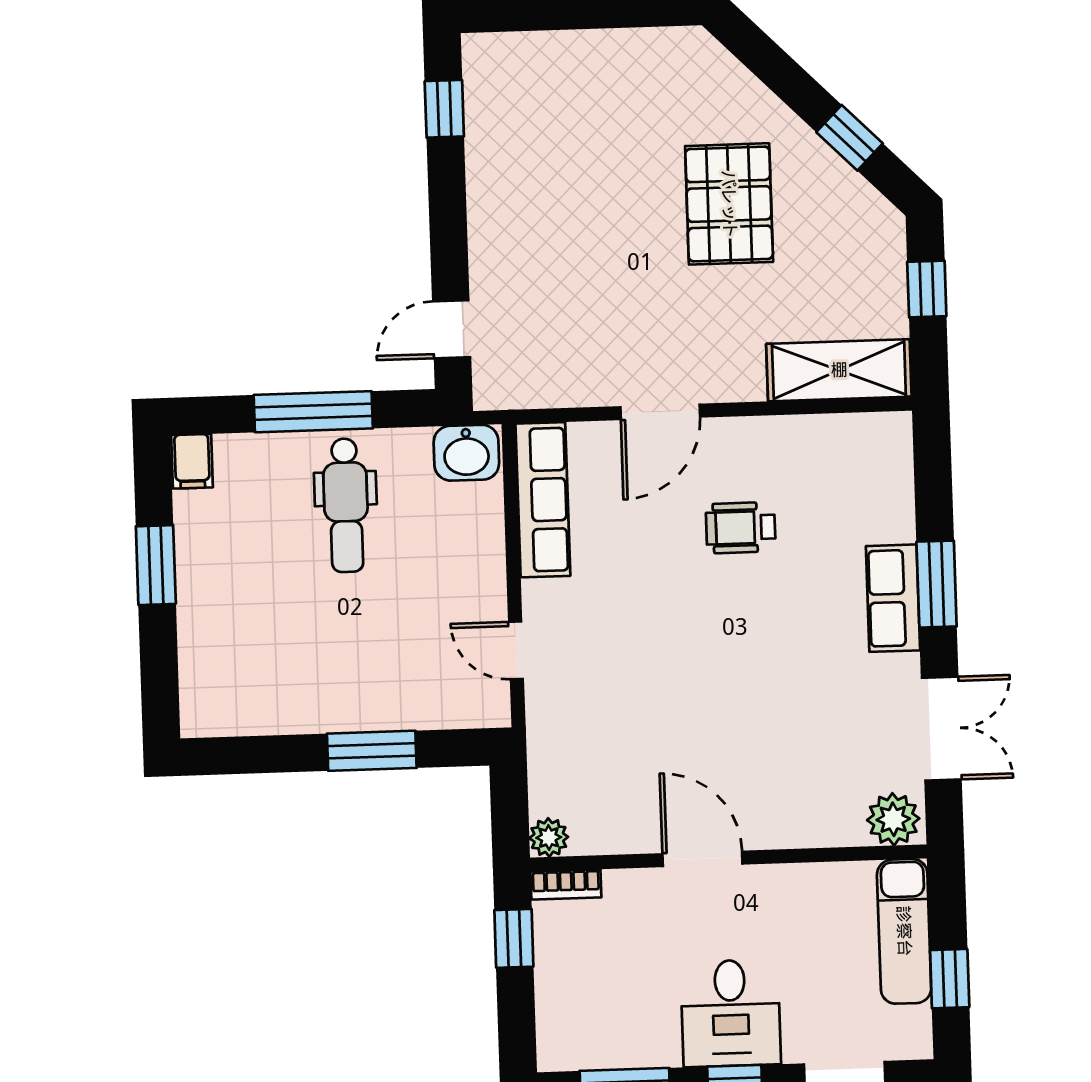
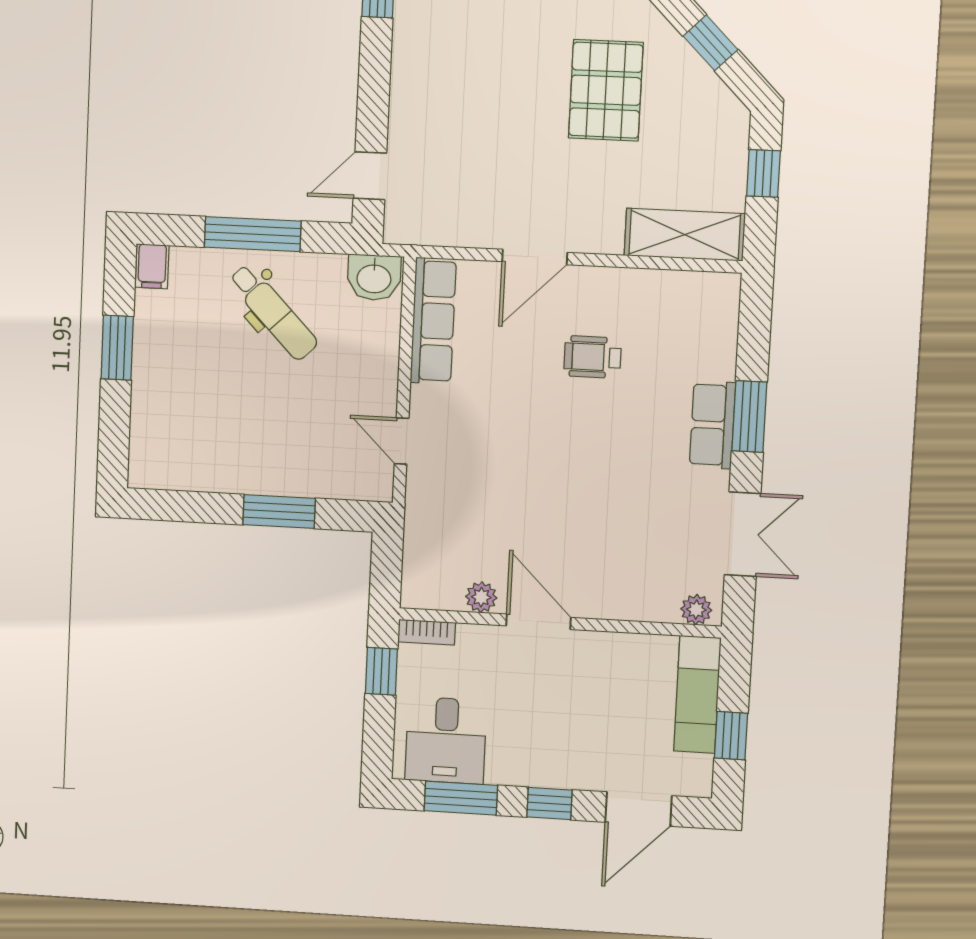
dental chair: (346, 505) -> (273, 312), turned -44
plant: (893, 819) -> (696, 610), width x0.73, depth x0.73
plant: (549, 838) -> (481, 597), moved
desk: (731, 1013) -> (446, 740), moved

